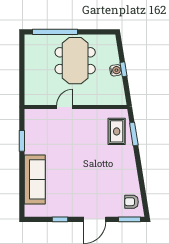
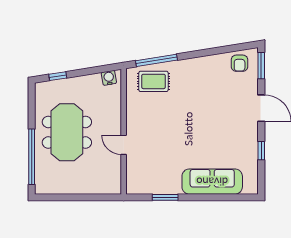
meeting table: (75, 61) -> (67, 132), turned 90
window: (123, 69) -> (58, 76), moved
water cooler: (116, 70) -> (109, 78), moved
window: (134, 134) -> (157, 60), width x1.44

